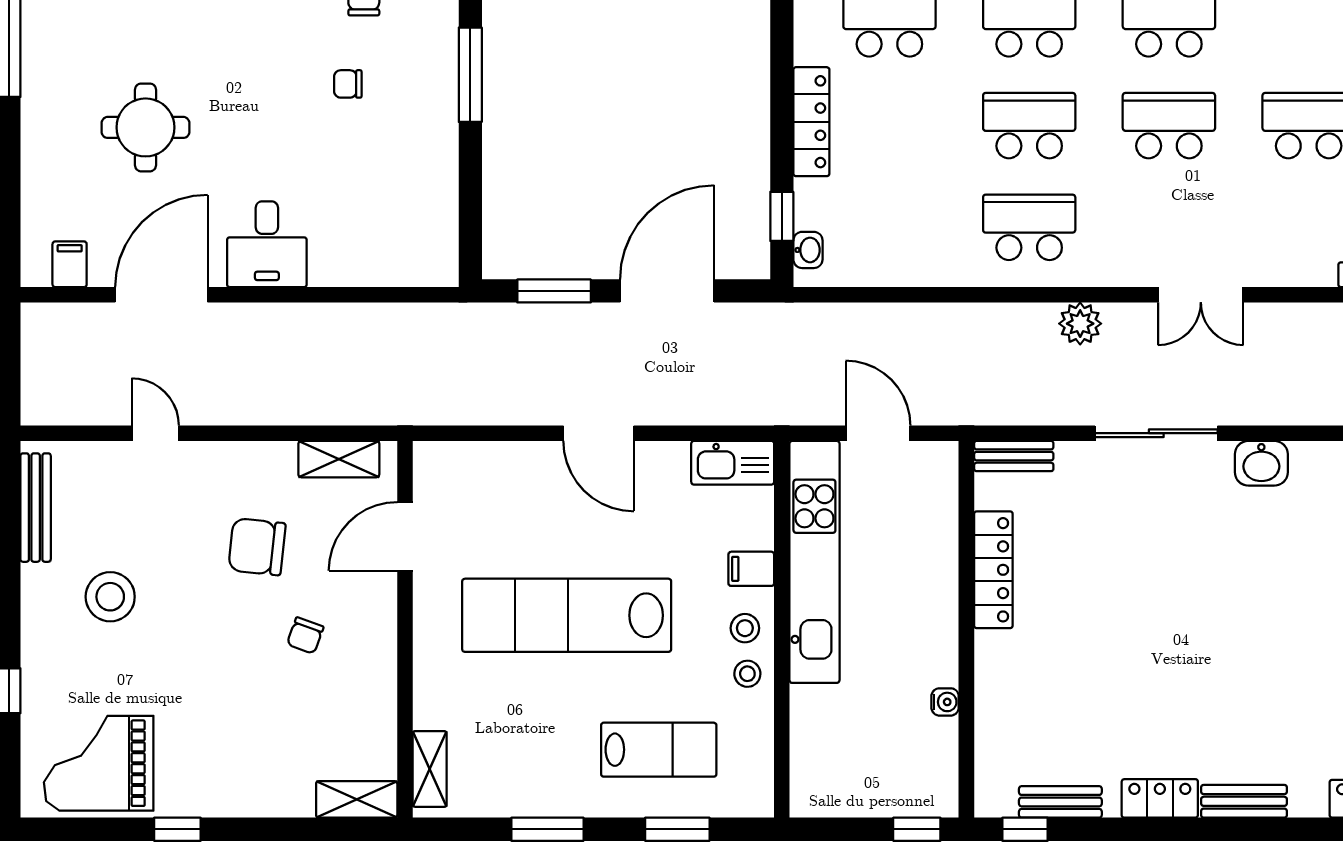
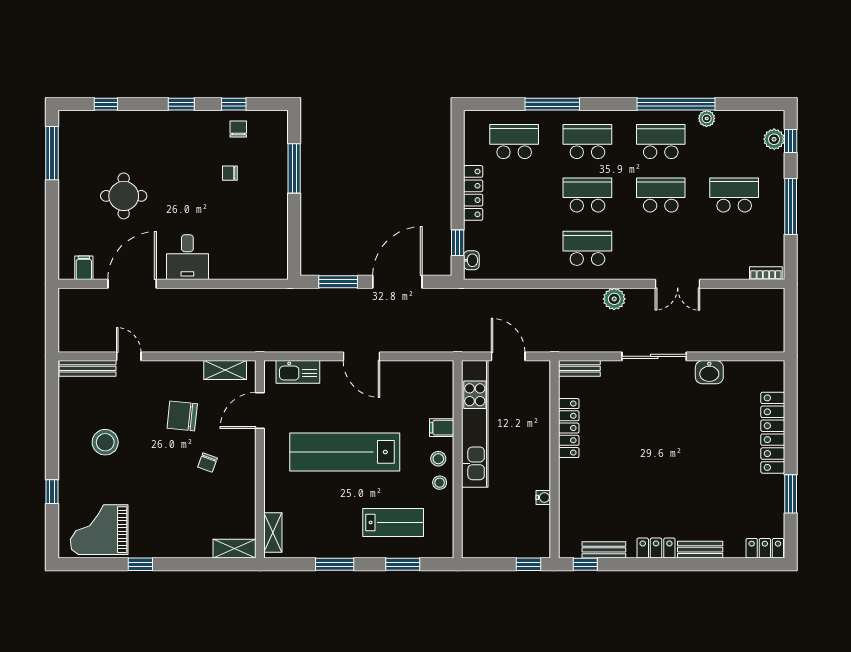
kitchen sink: (733, 463) -> (298, 372), moved
bench: (36, 508) -> (87, 368), moved, turned 90

